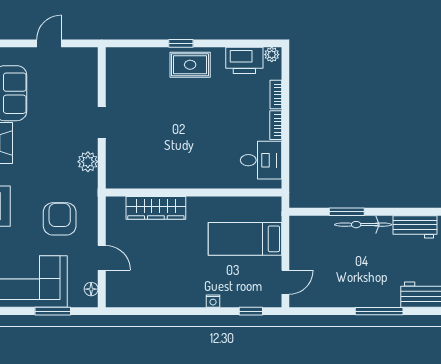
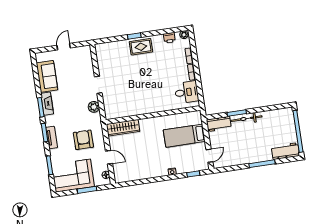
printer: (244, 60) -> (169, 38), width x0.53, depth x0.68
wardrobe: (156, 208) -> (123, 128), moved
workbench: (415, 227) -> (219, 124), moved

